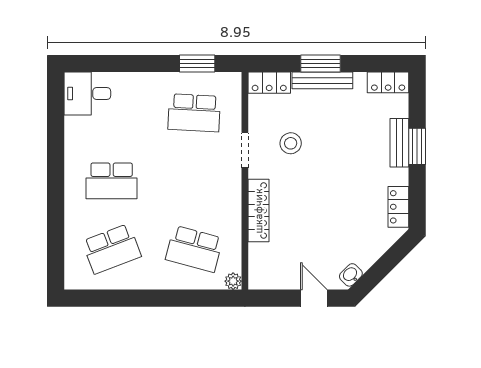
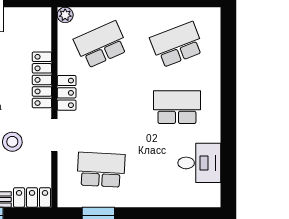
desk: (87, 93) -> (199, 163), moved
locker: (232, 196) -> (67, 93), added
school desk: (194, 249) -> (101, 45), turned -39

